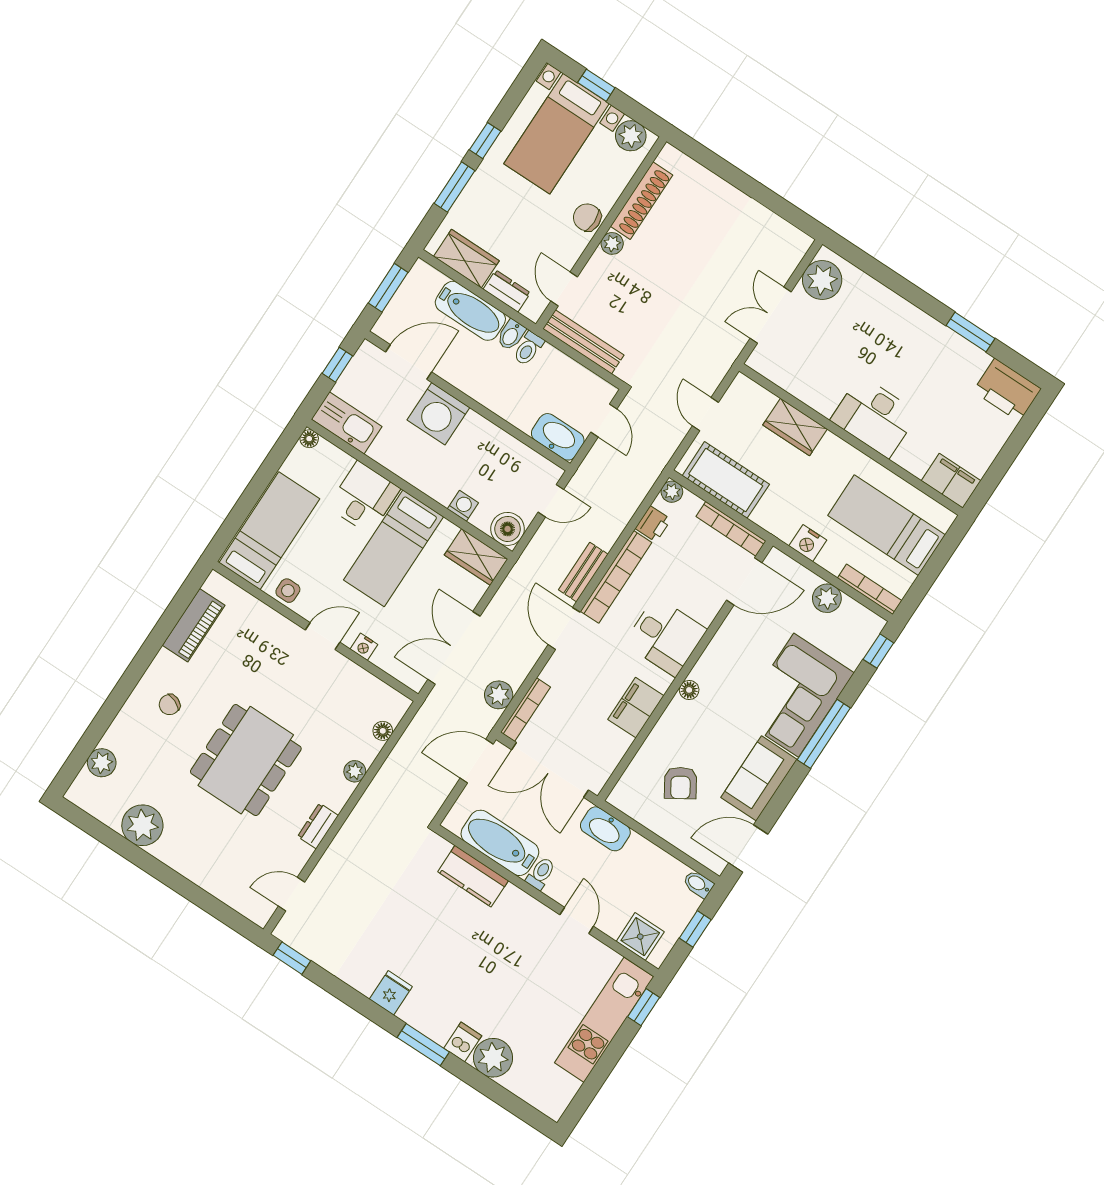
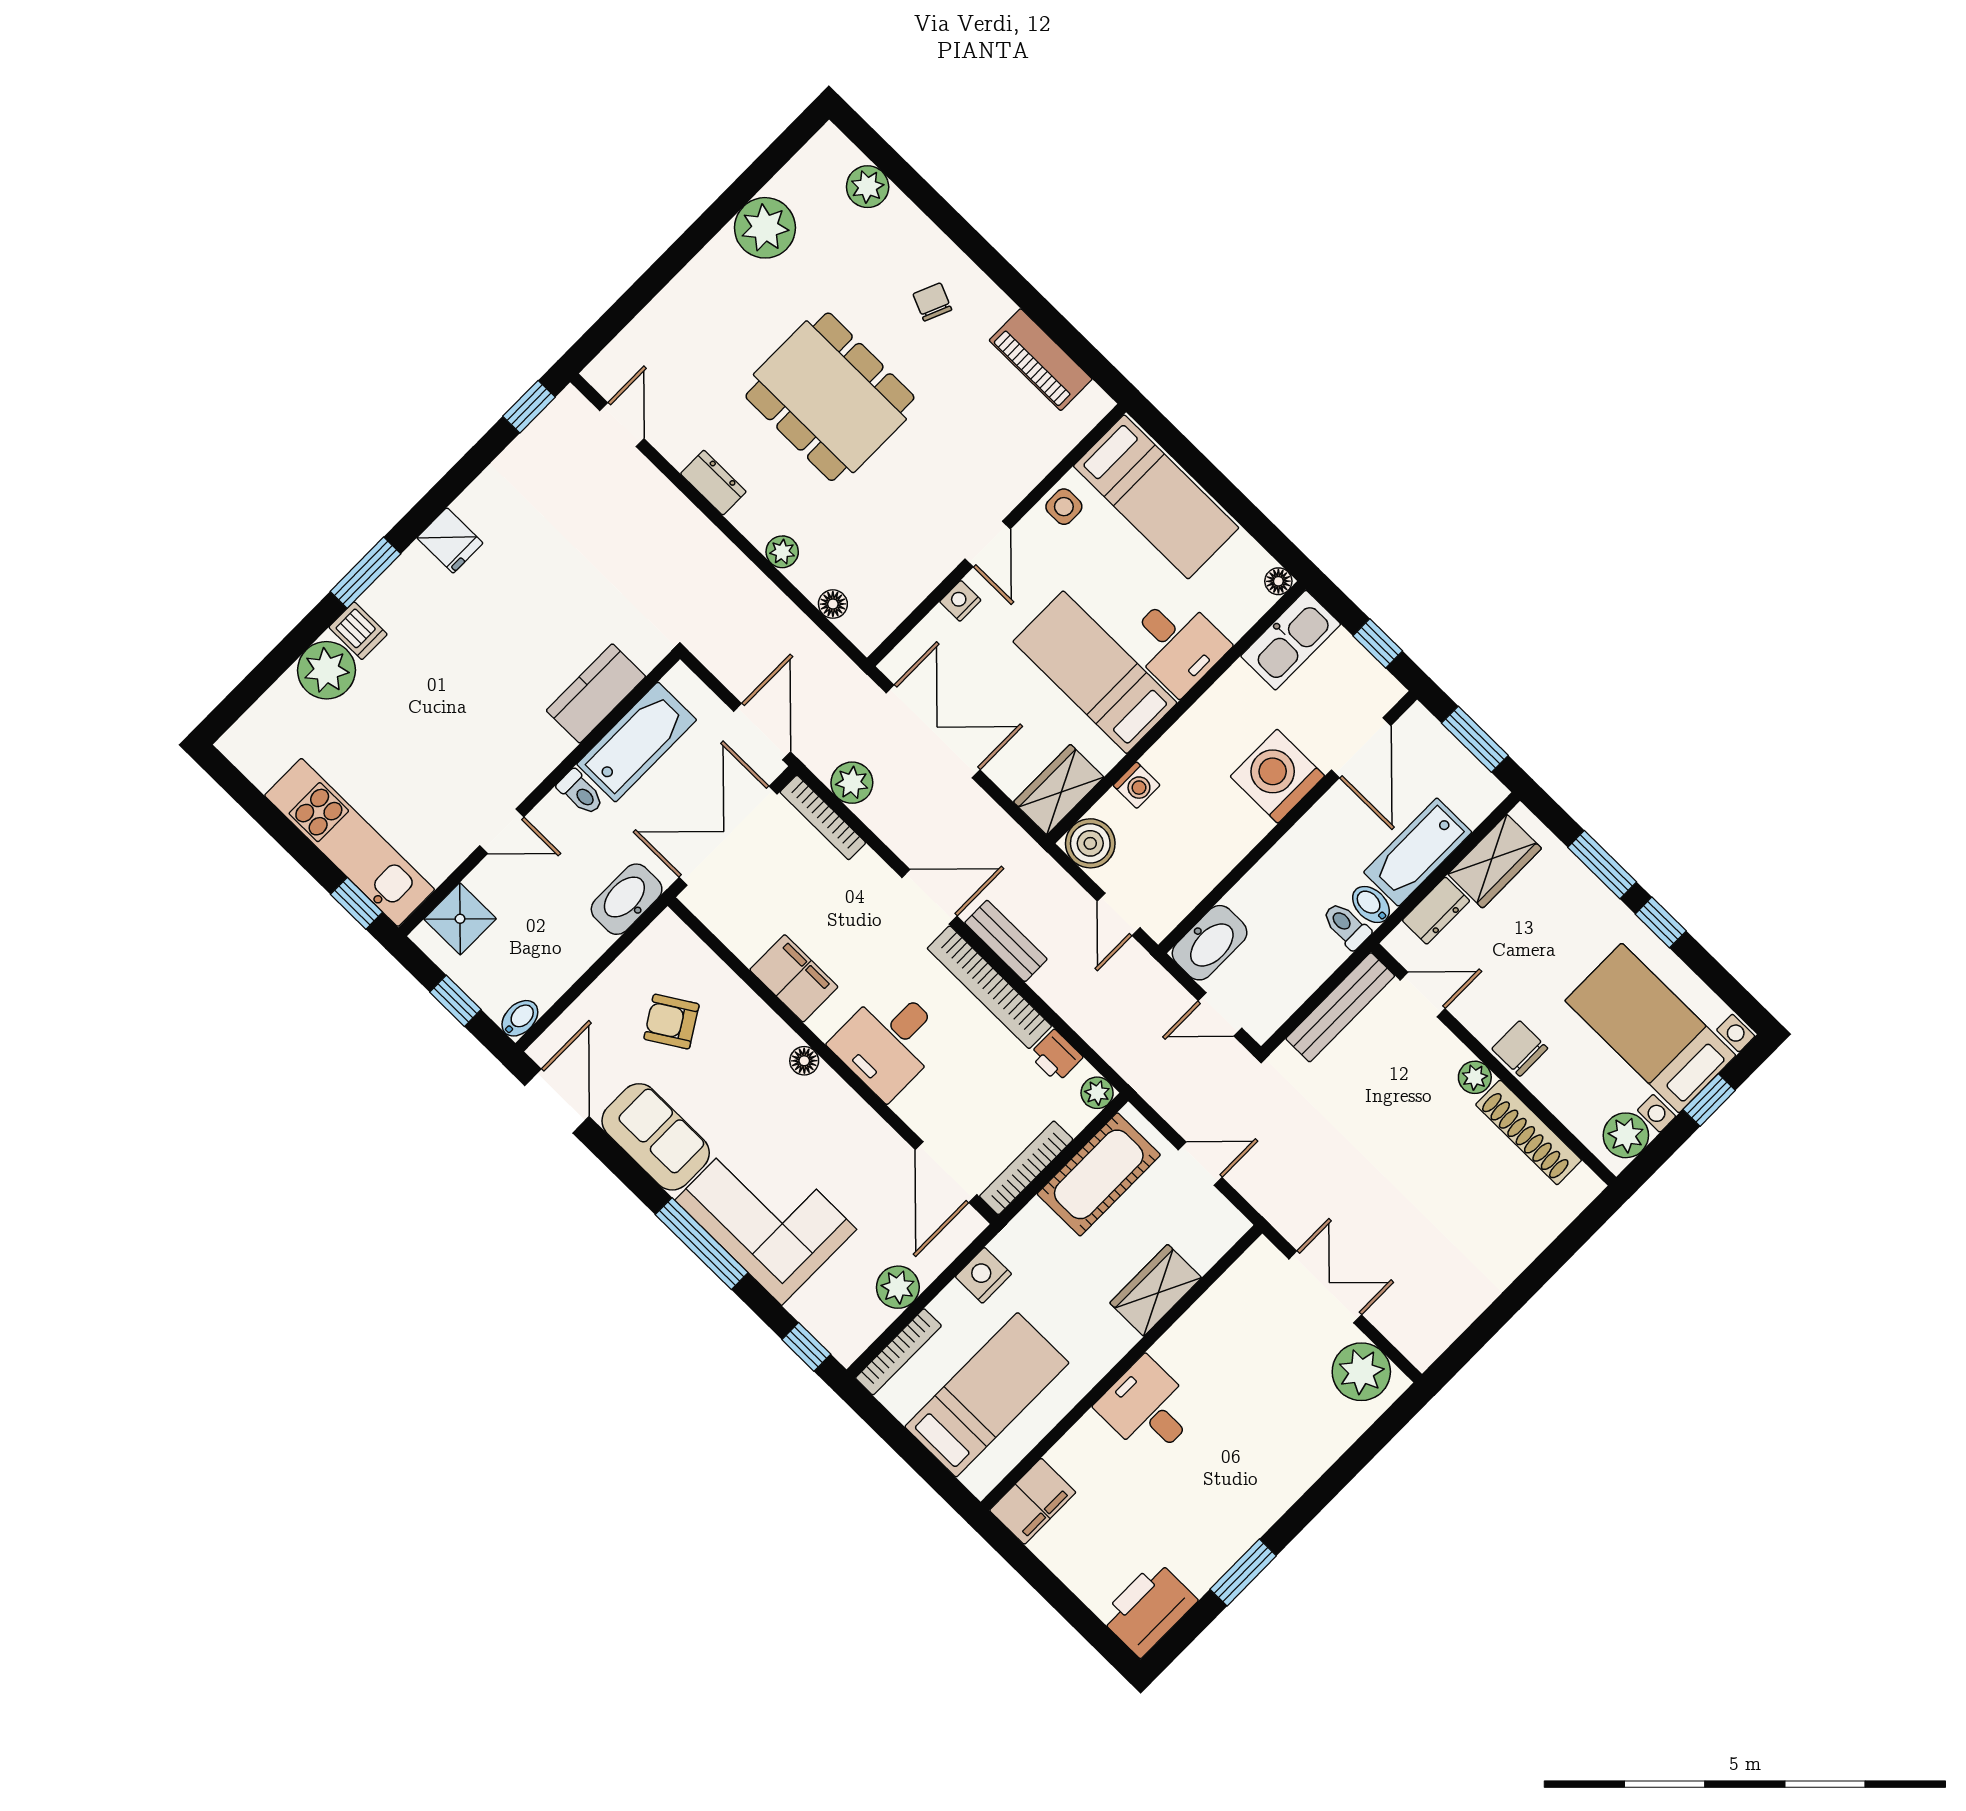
chair: (587, 217) -> (1520, 1049), turned -90
desk: (874, 417) -> (1148, 1408), width x0.73

